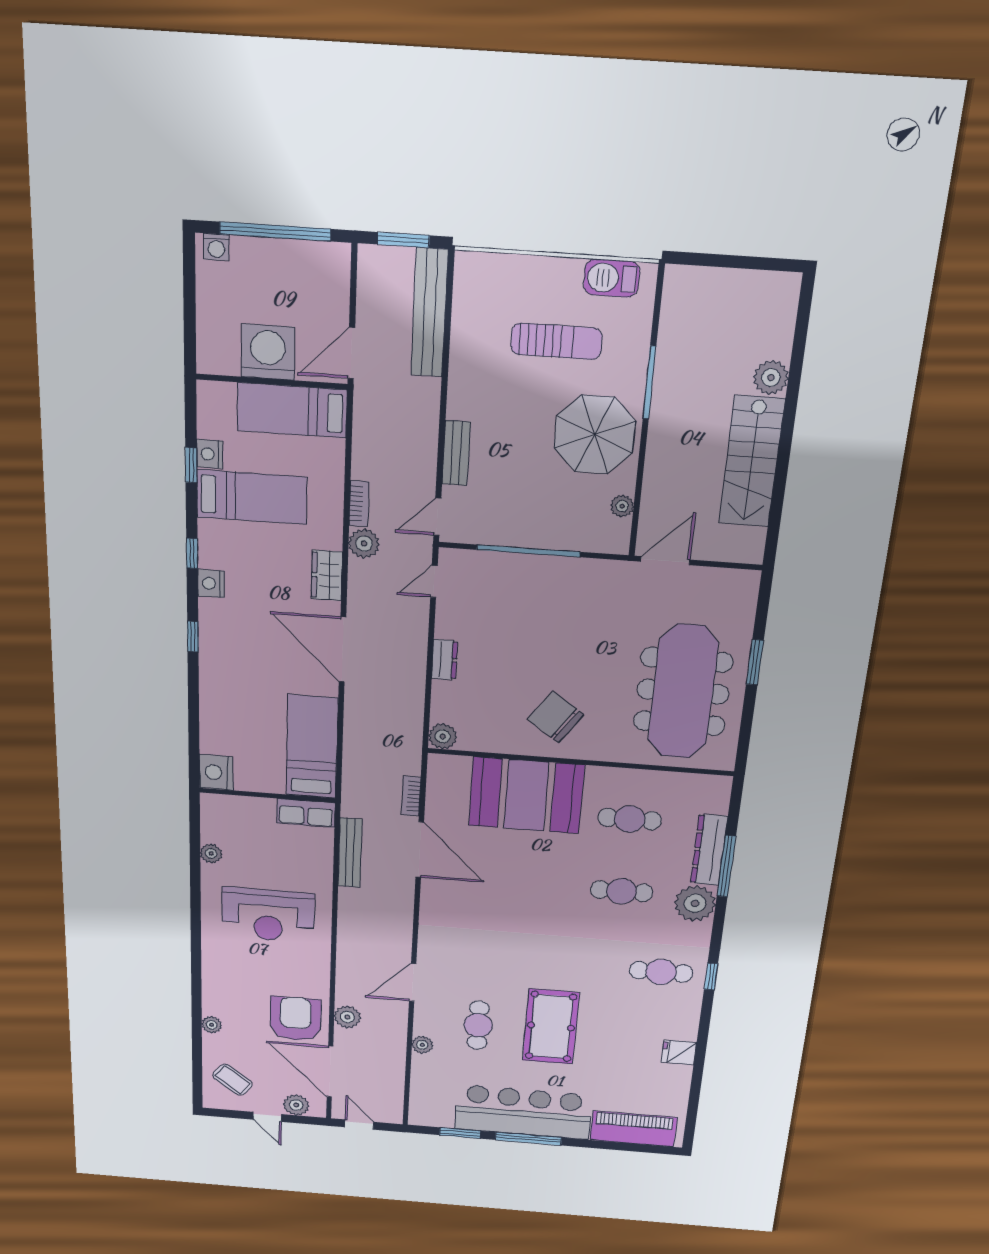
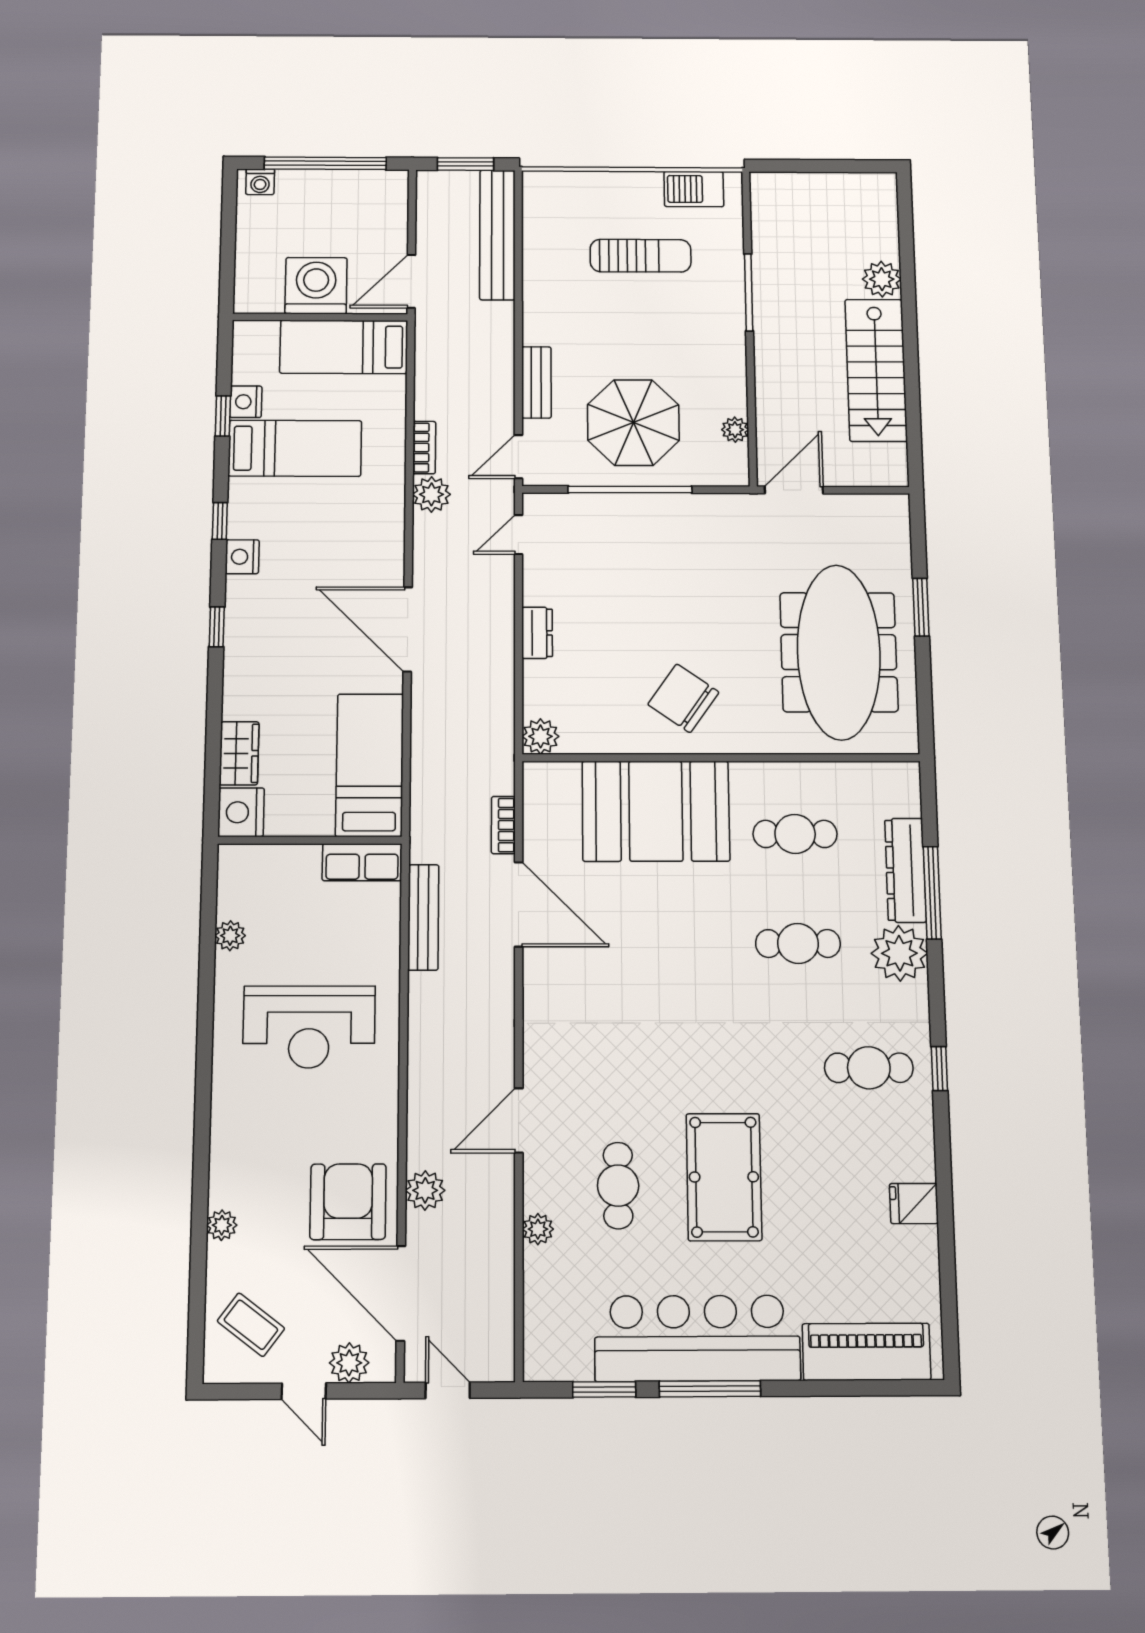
parasol: (595, 435) -> (633, 423), moved
wardrobe: (327, 575) -> (239, 753), moved, turned 180

